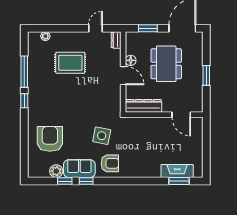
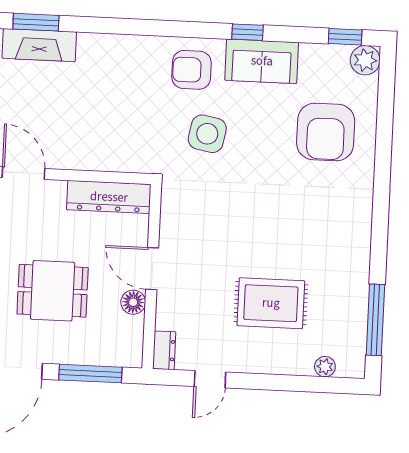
window: (148, 28) -> (90, 374), width x1.44
dining table: (166, 64) -> (53, 291), width x0.73
window: (24, 72) -> (375, 320), moved
window: (24, 101) -> (380, 222), removed
plant: (56, 171) -> (365, 60), moved
window: (65, 181) -> (345, 37), moved

